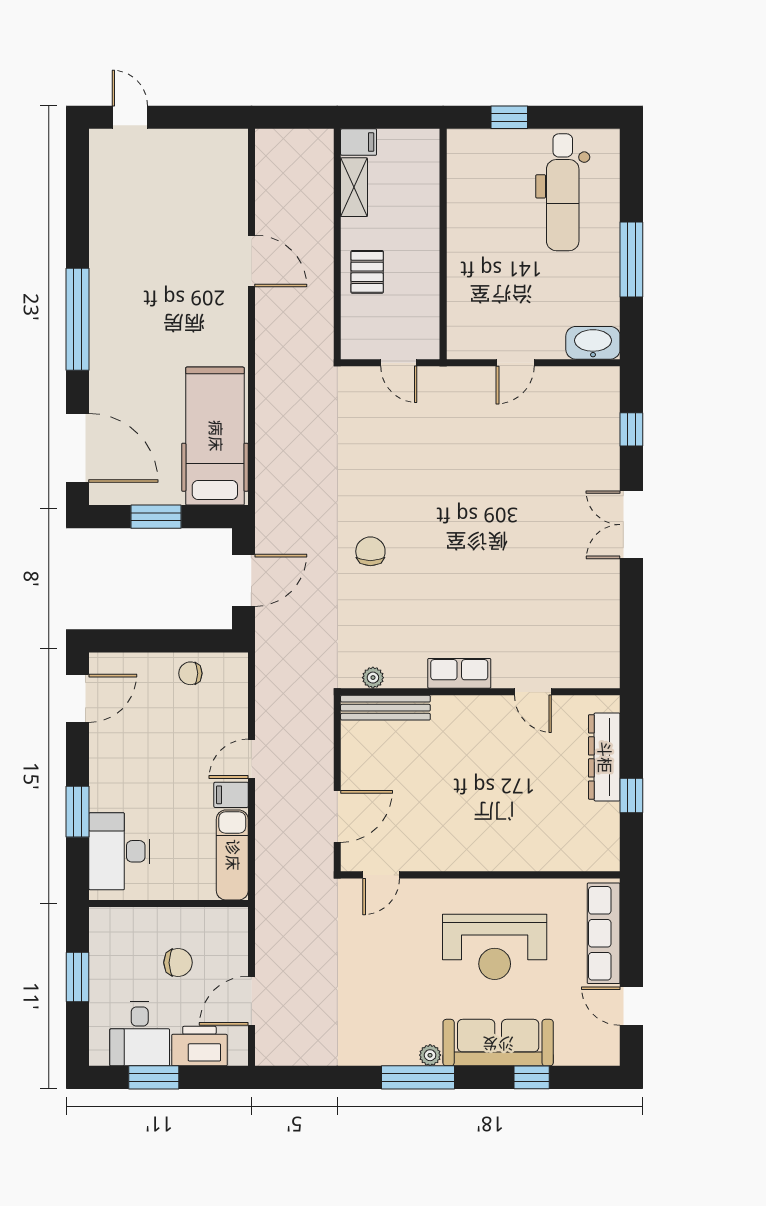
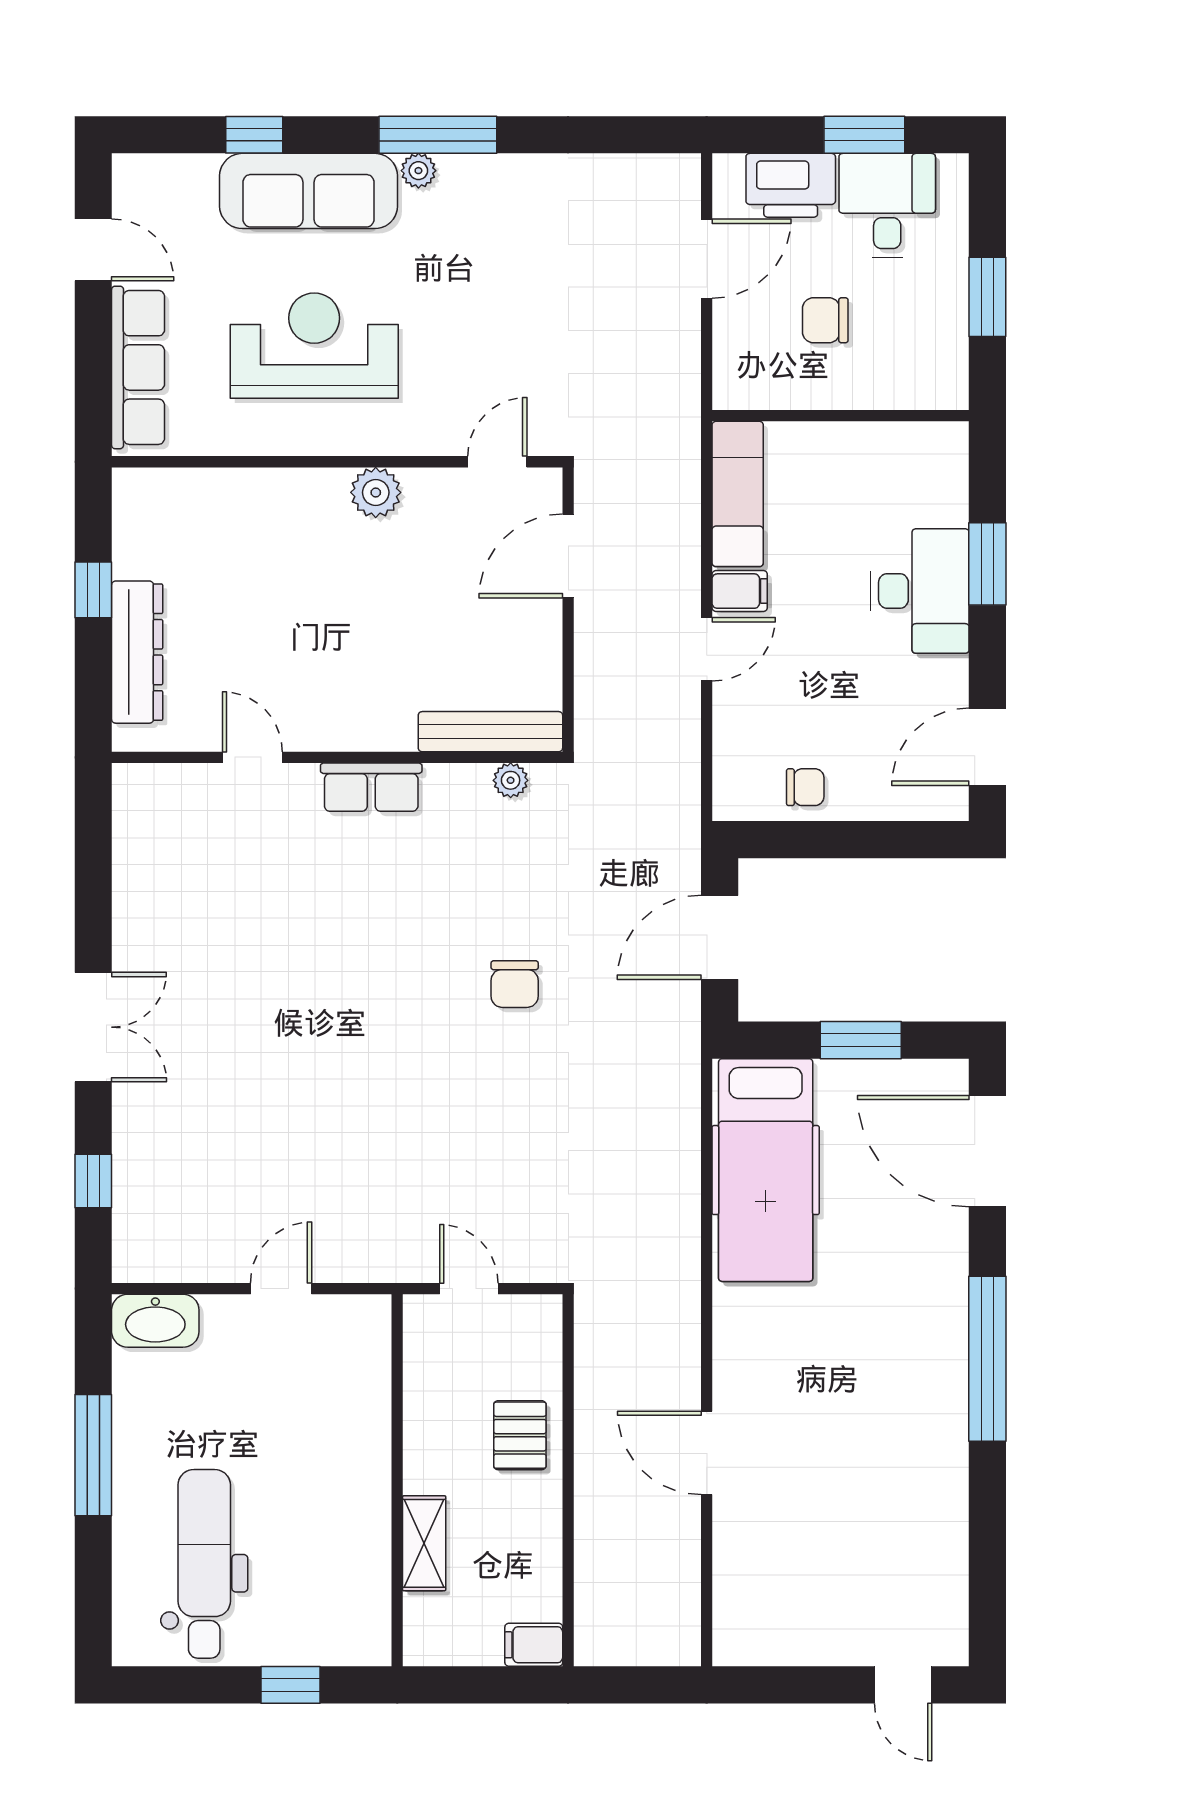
shelving: (354, 187) -> (424, 1543), moved
desk: (119, 851) -> (920, 591), moved
plant: (456, 856) -> (376, 492), added

